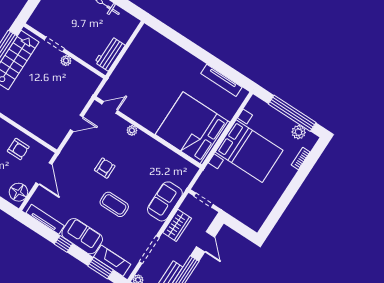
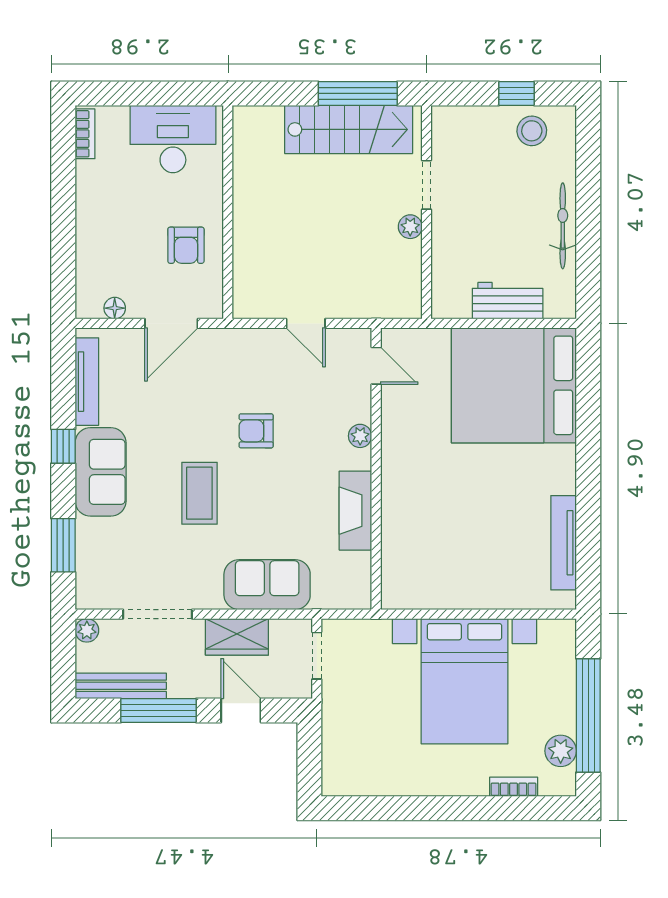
workbench: (110, 54) -> (508, 301), moved
bed: (193, 128) -> (514, 385), moved, turned -90
armchair: (105, 168) -> (256, 431), turned 180
floor lamp: (18, 192) -> (115, 308), width x0.53, depth x0.53
door: (206, 242) -> (241, 710), swing flipped
fireplace: (112, 261) -> (355, 511), moved, turned 180

